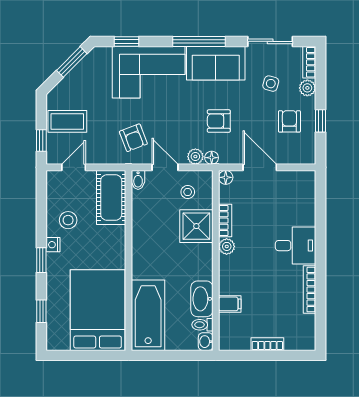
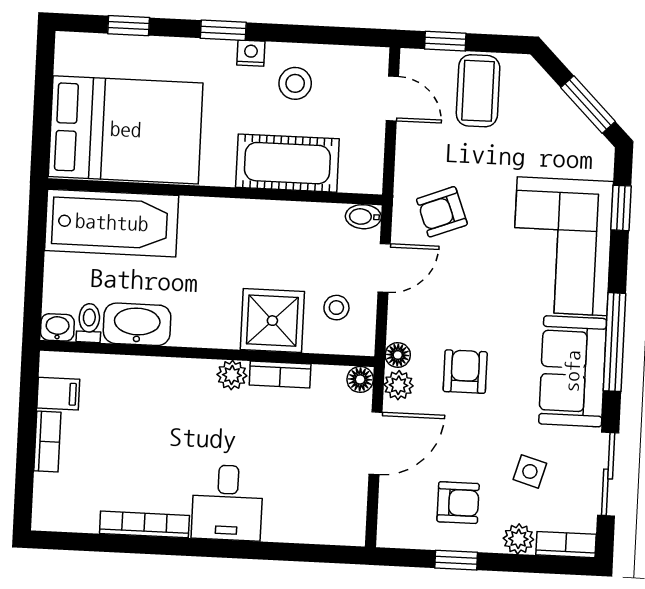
plant: (195, 157) -> (399, 385), moved
cot: (111, 197) -> (287, 163), moved
filing cabinet: (230, 304) -> (58, 394), moved, turned -90

